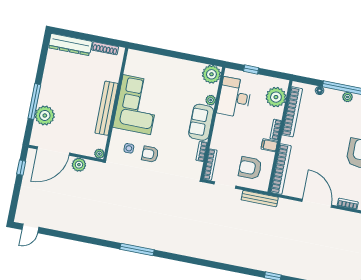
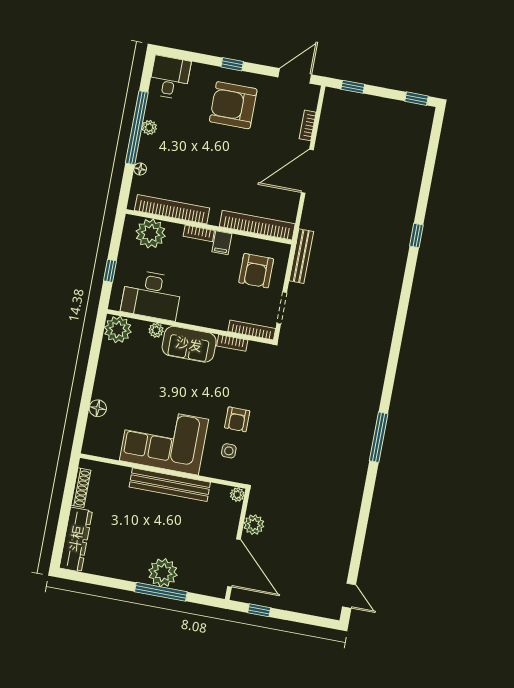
floor lamp: (159, 60) -> (98, 408), added
plant: (45, 115) -> (163, 573), moved

